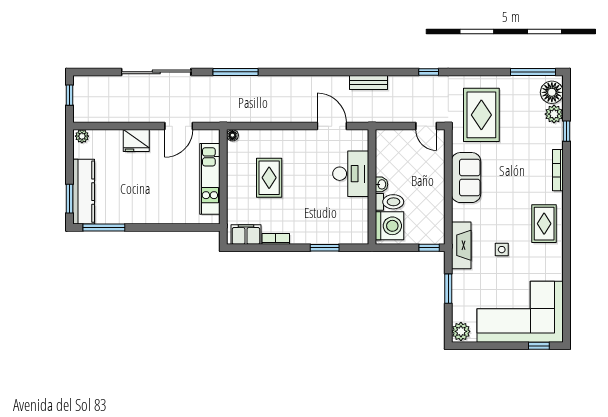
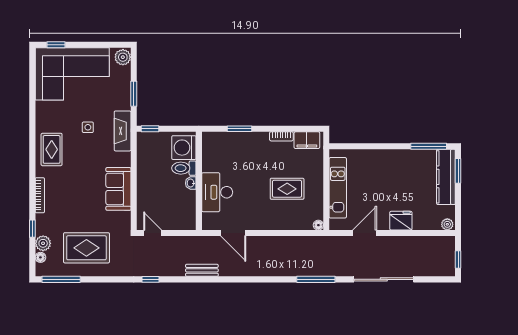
floor lamp: (552, 92) -> (40, 257), width x0.53, depth x0.53
rug: (481, 115) -> (86, 248), moved, turned 90
rug: (269, 178) -> (287, 189), turned 90

